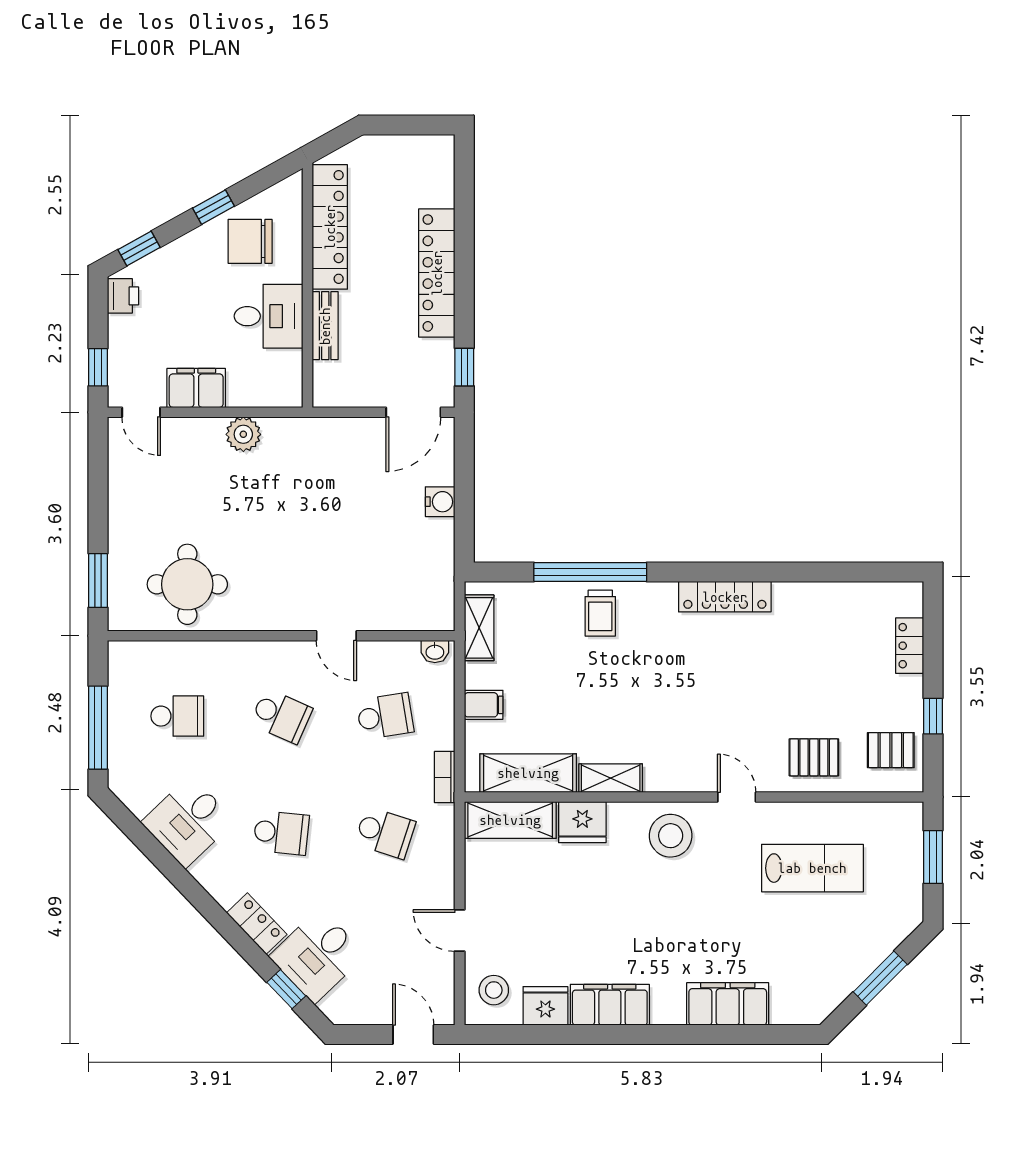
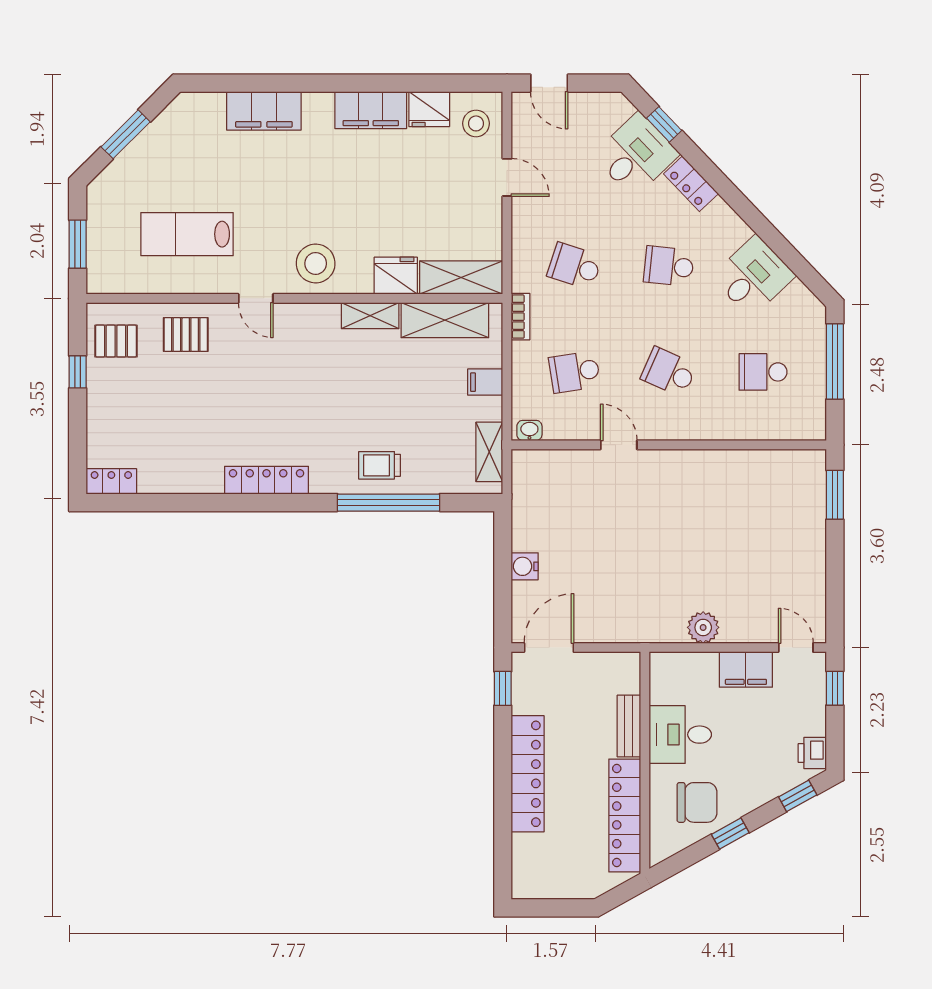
round table: (187, 584) -> (754, 491), removed
trolley: (600, 613) -> (379, 465), turned -90
locker: (910, 646) -> (111, 481), moved, turned -90

